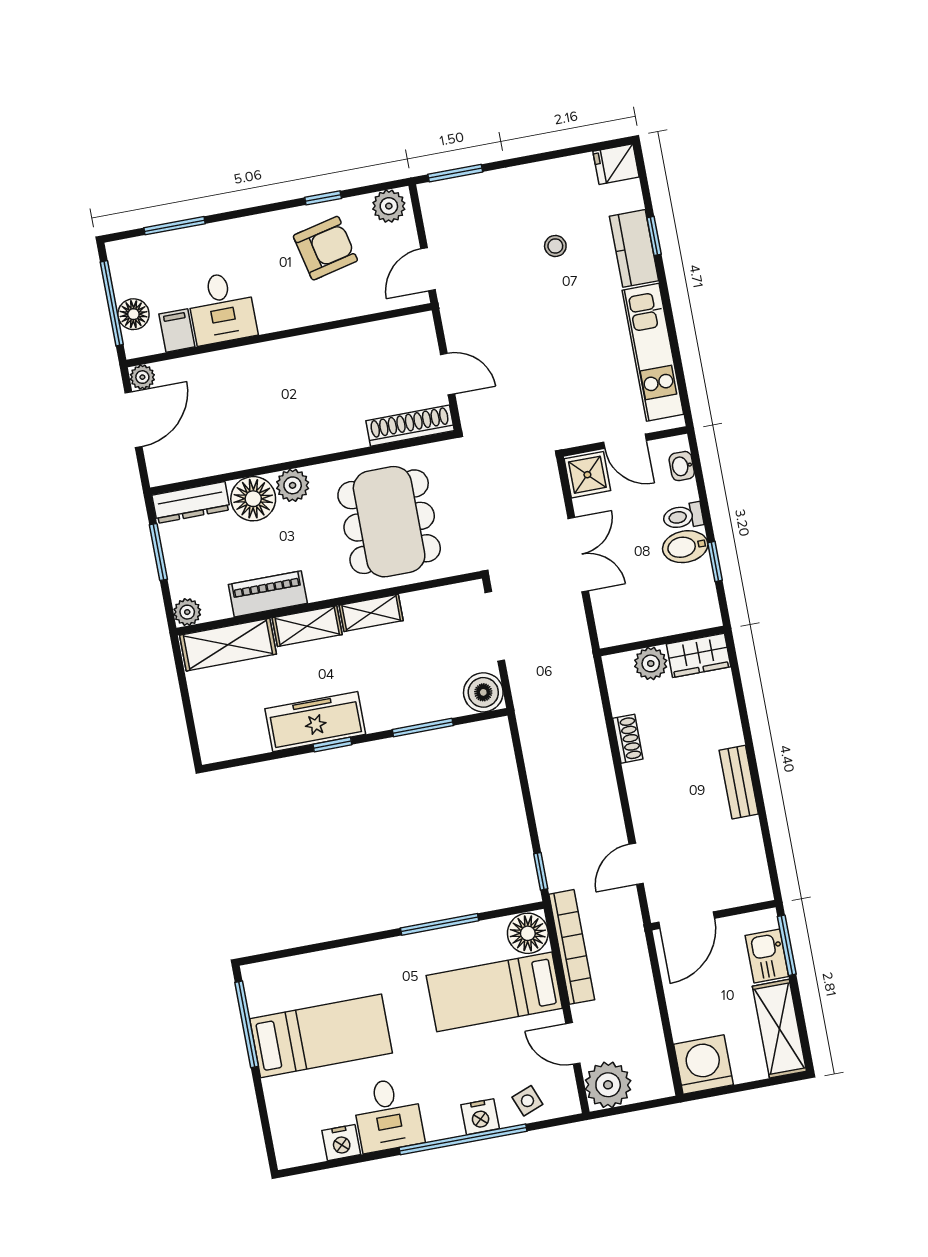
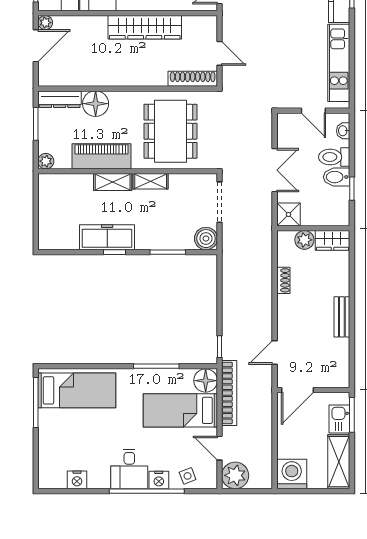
wardrobe: (313, 354) -> (145, 27), added
shower: (587, 475) -> (288, 214), moved
plant: (293, 485) -> (119, 100), removed
toilet: (683, 516) -> (334, 157), width x1.37, depth x1.39
piano: (268, 594) -> (102, 156), width x1.37, depth x1.33
shelving: (228, 645) -> (66, 184), removed
bed: (321, 1036) -> (77, 390), moved
desk: (388, 1115) -> (129, 469), moved

